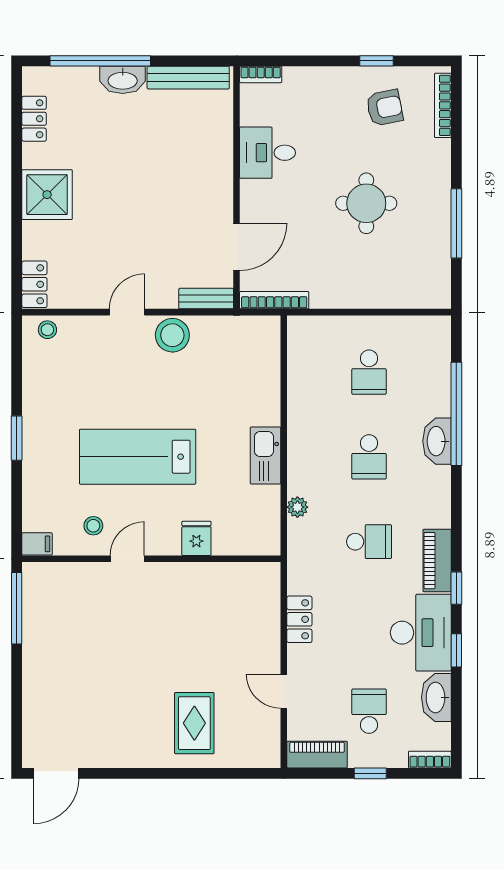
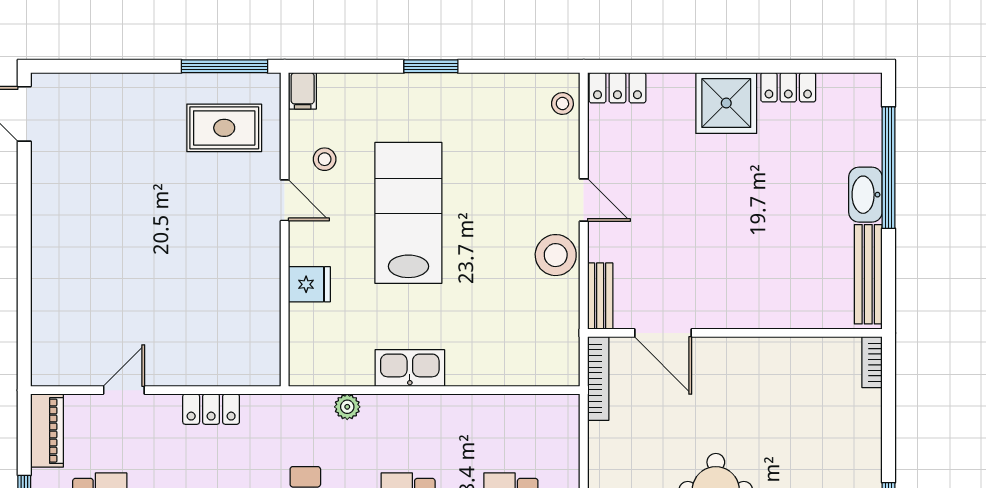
locker: (34, 119) -> (788, 87), moved
desk: (267, 153) -> (777, 370), removed
rug: (194, 723) -> (224, 128), moved

